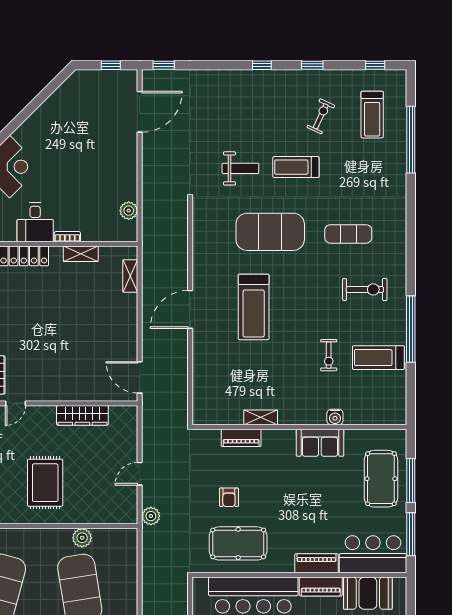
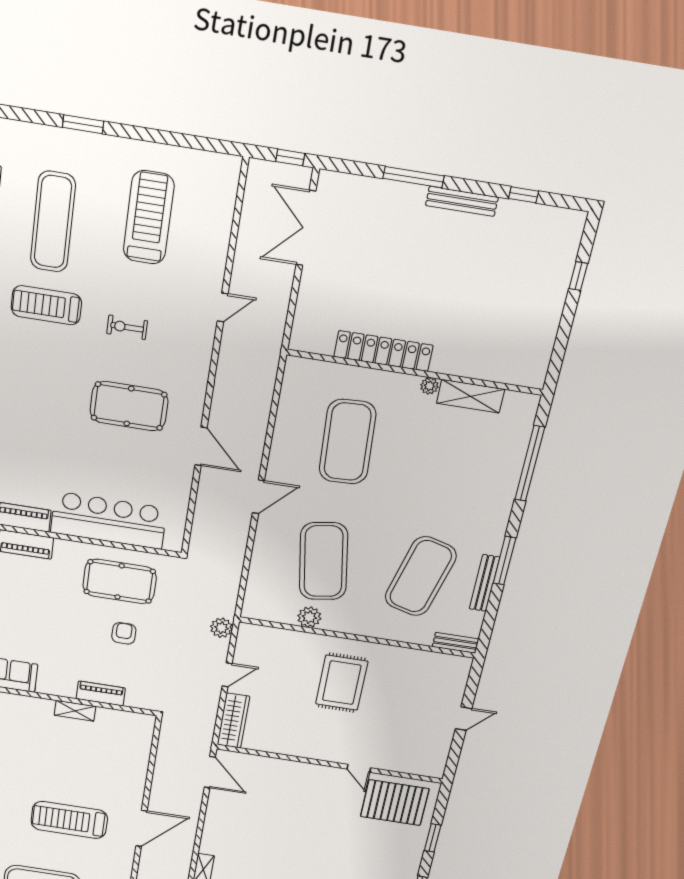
treadmill: (254, 307) -> (69, 820), turned -90
door: (15, 403) -> (359, 768), swing flipped
wardrobe: (82, 415) -> (233, 721), moved, turned 90

